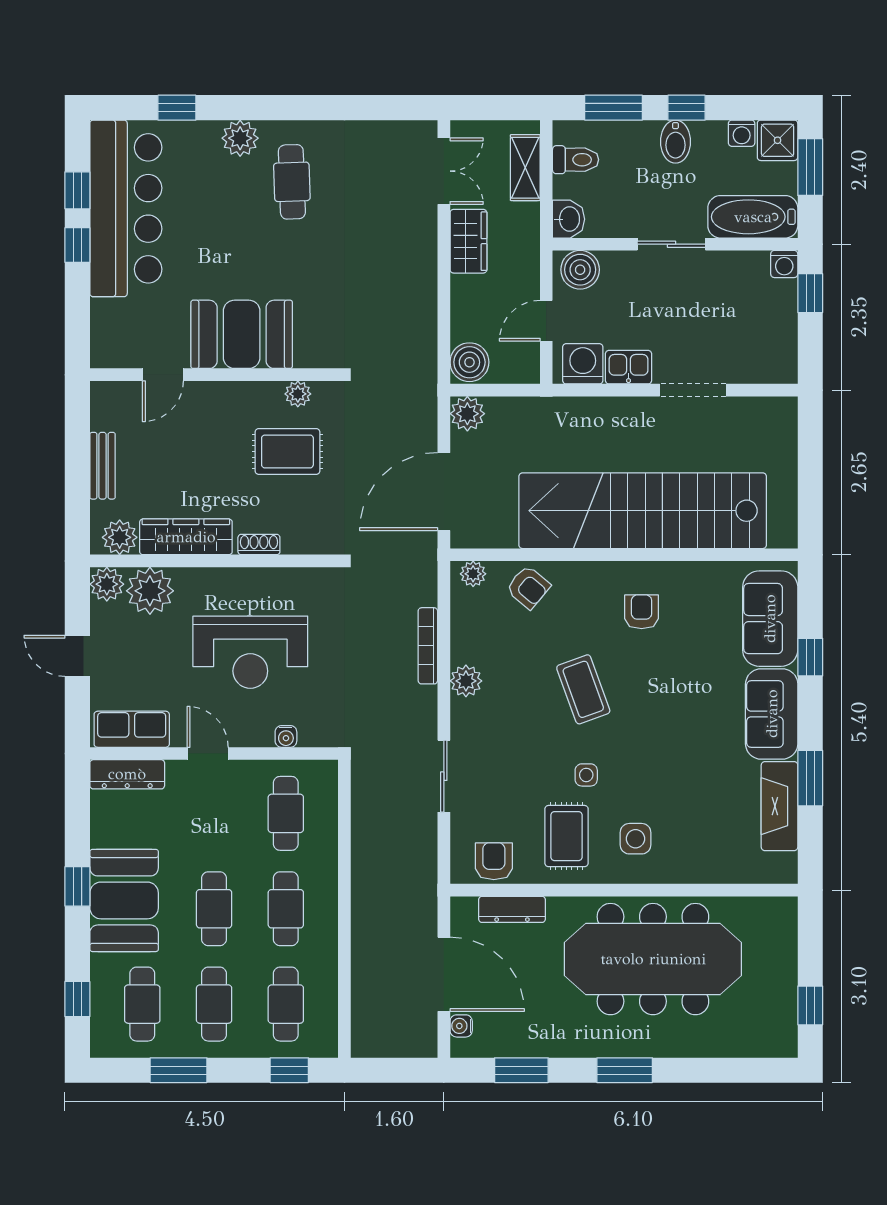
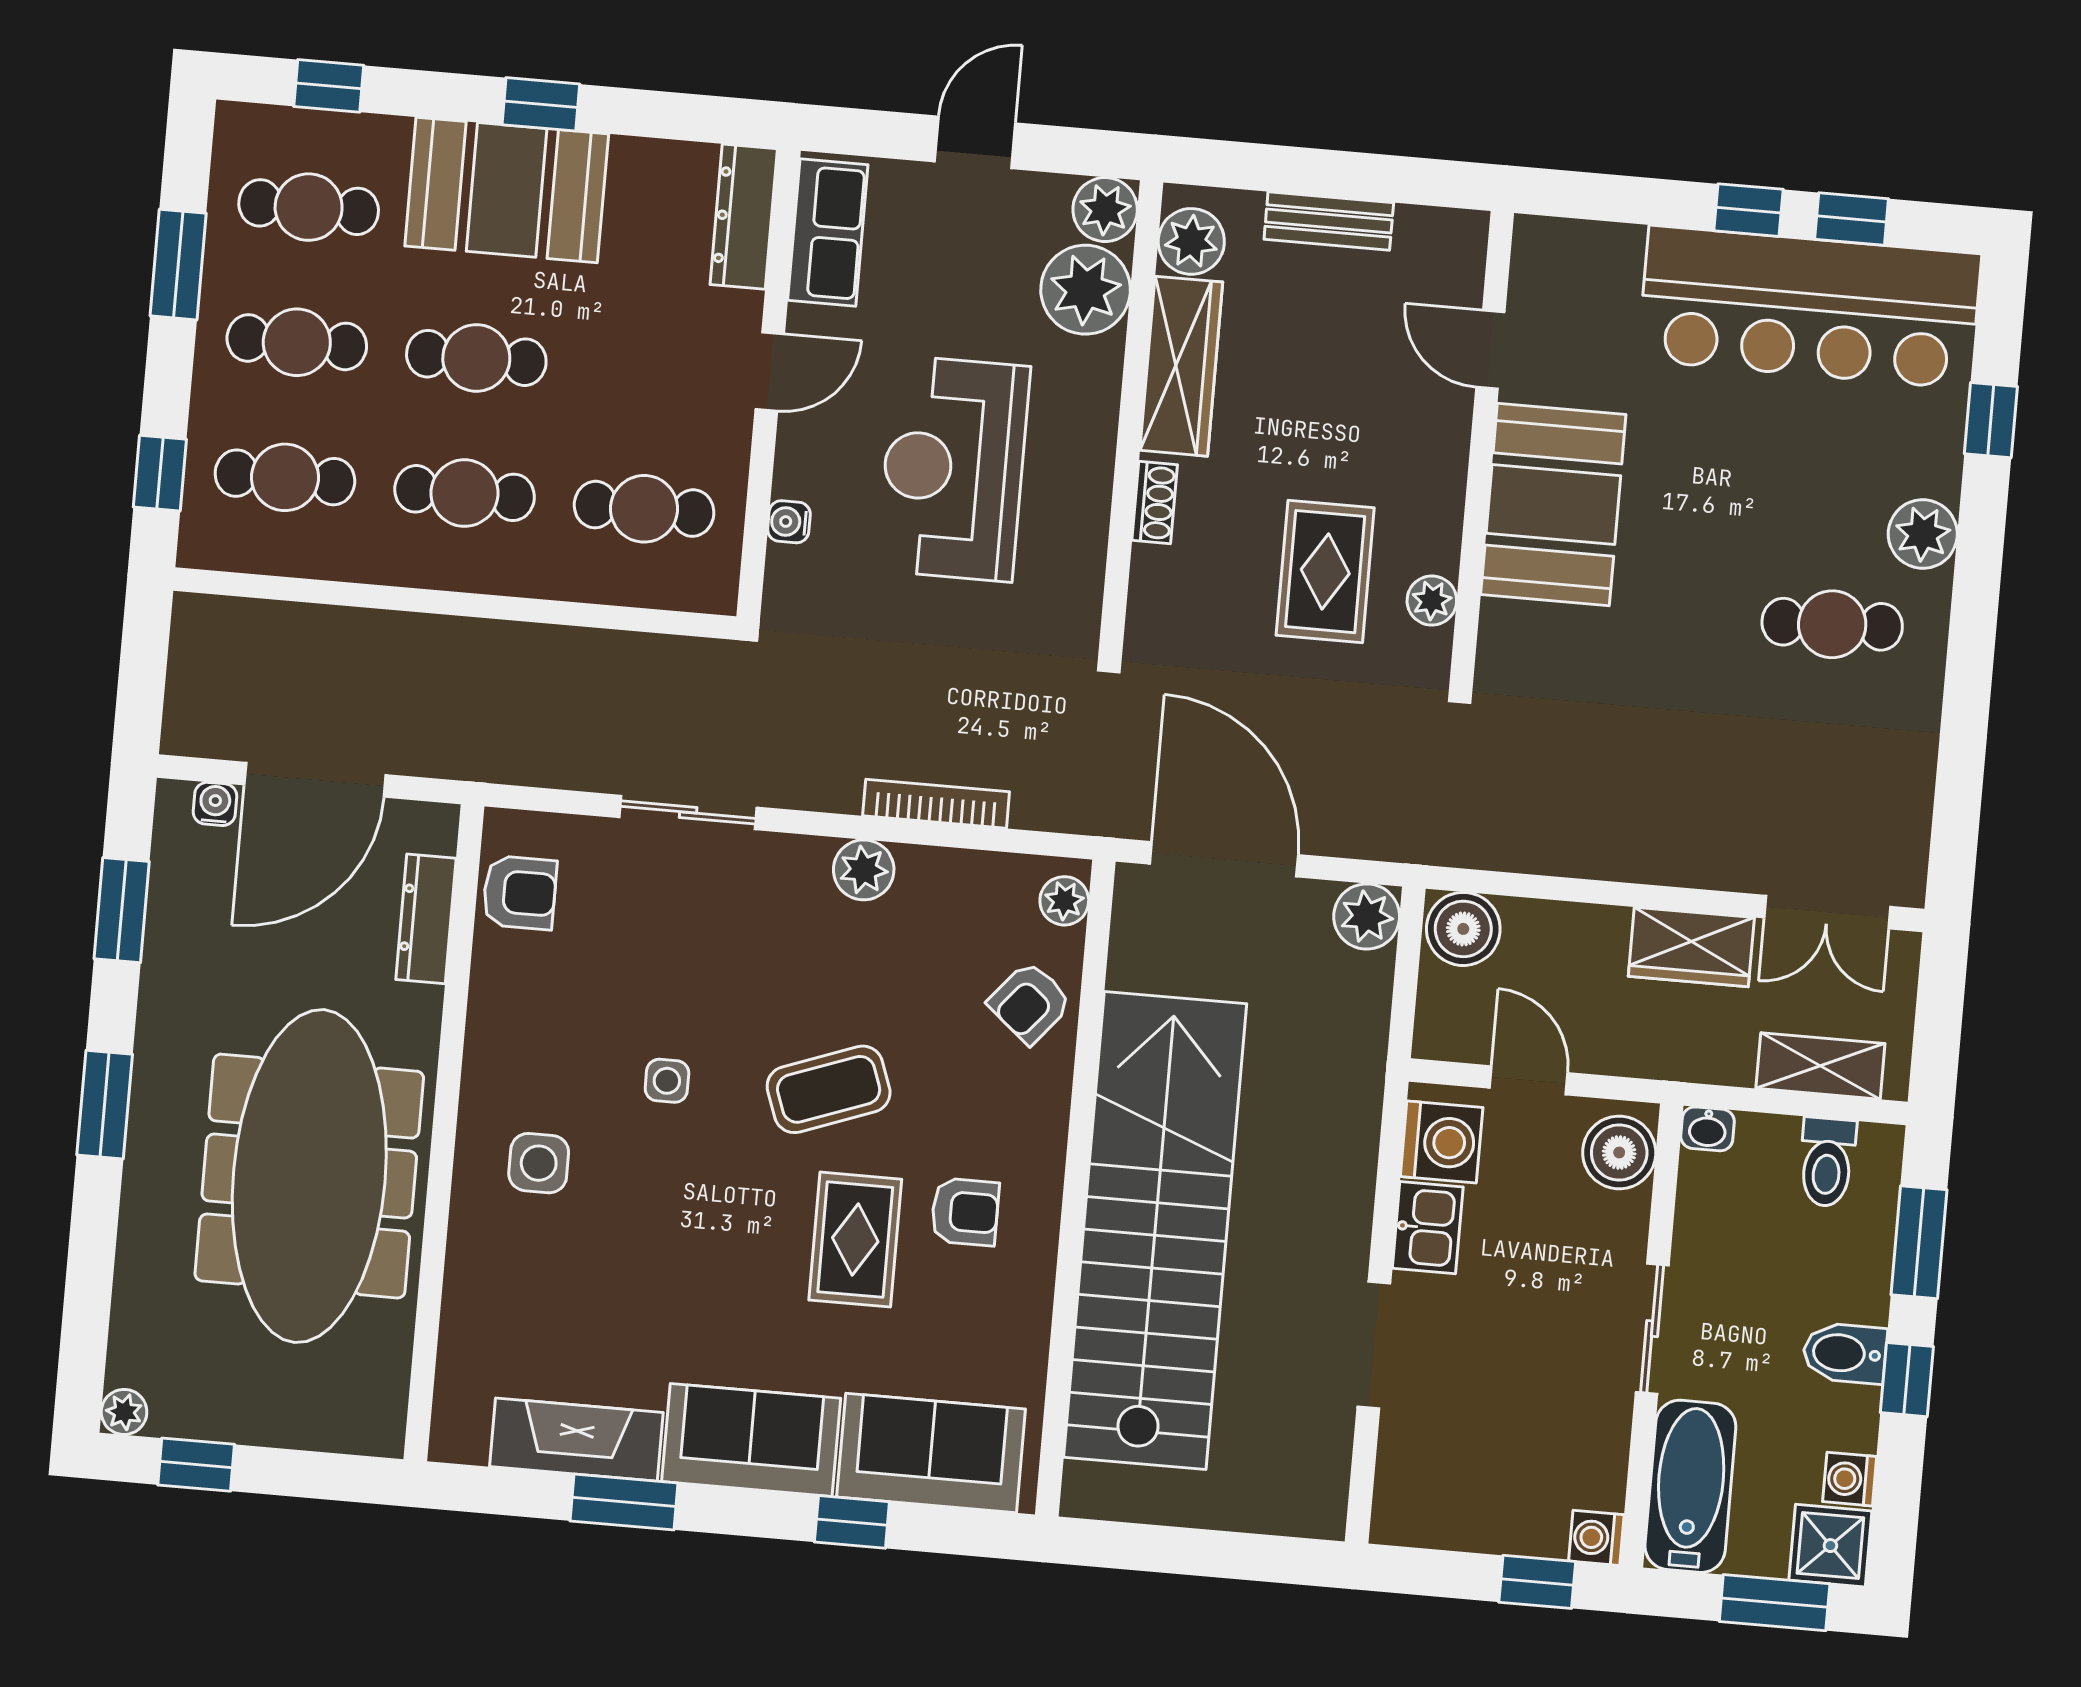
washbasin: (569, 219) -> (1707, 1129), width x0.72, depth x0.69
rug: (567, 836) -> (855, 1240), moved, turned 90
plant: (786, 1046) -> (124, 1412), added

